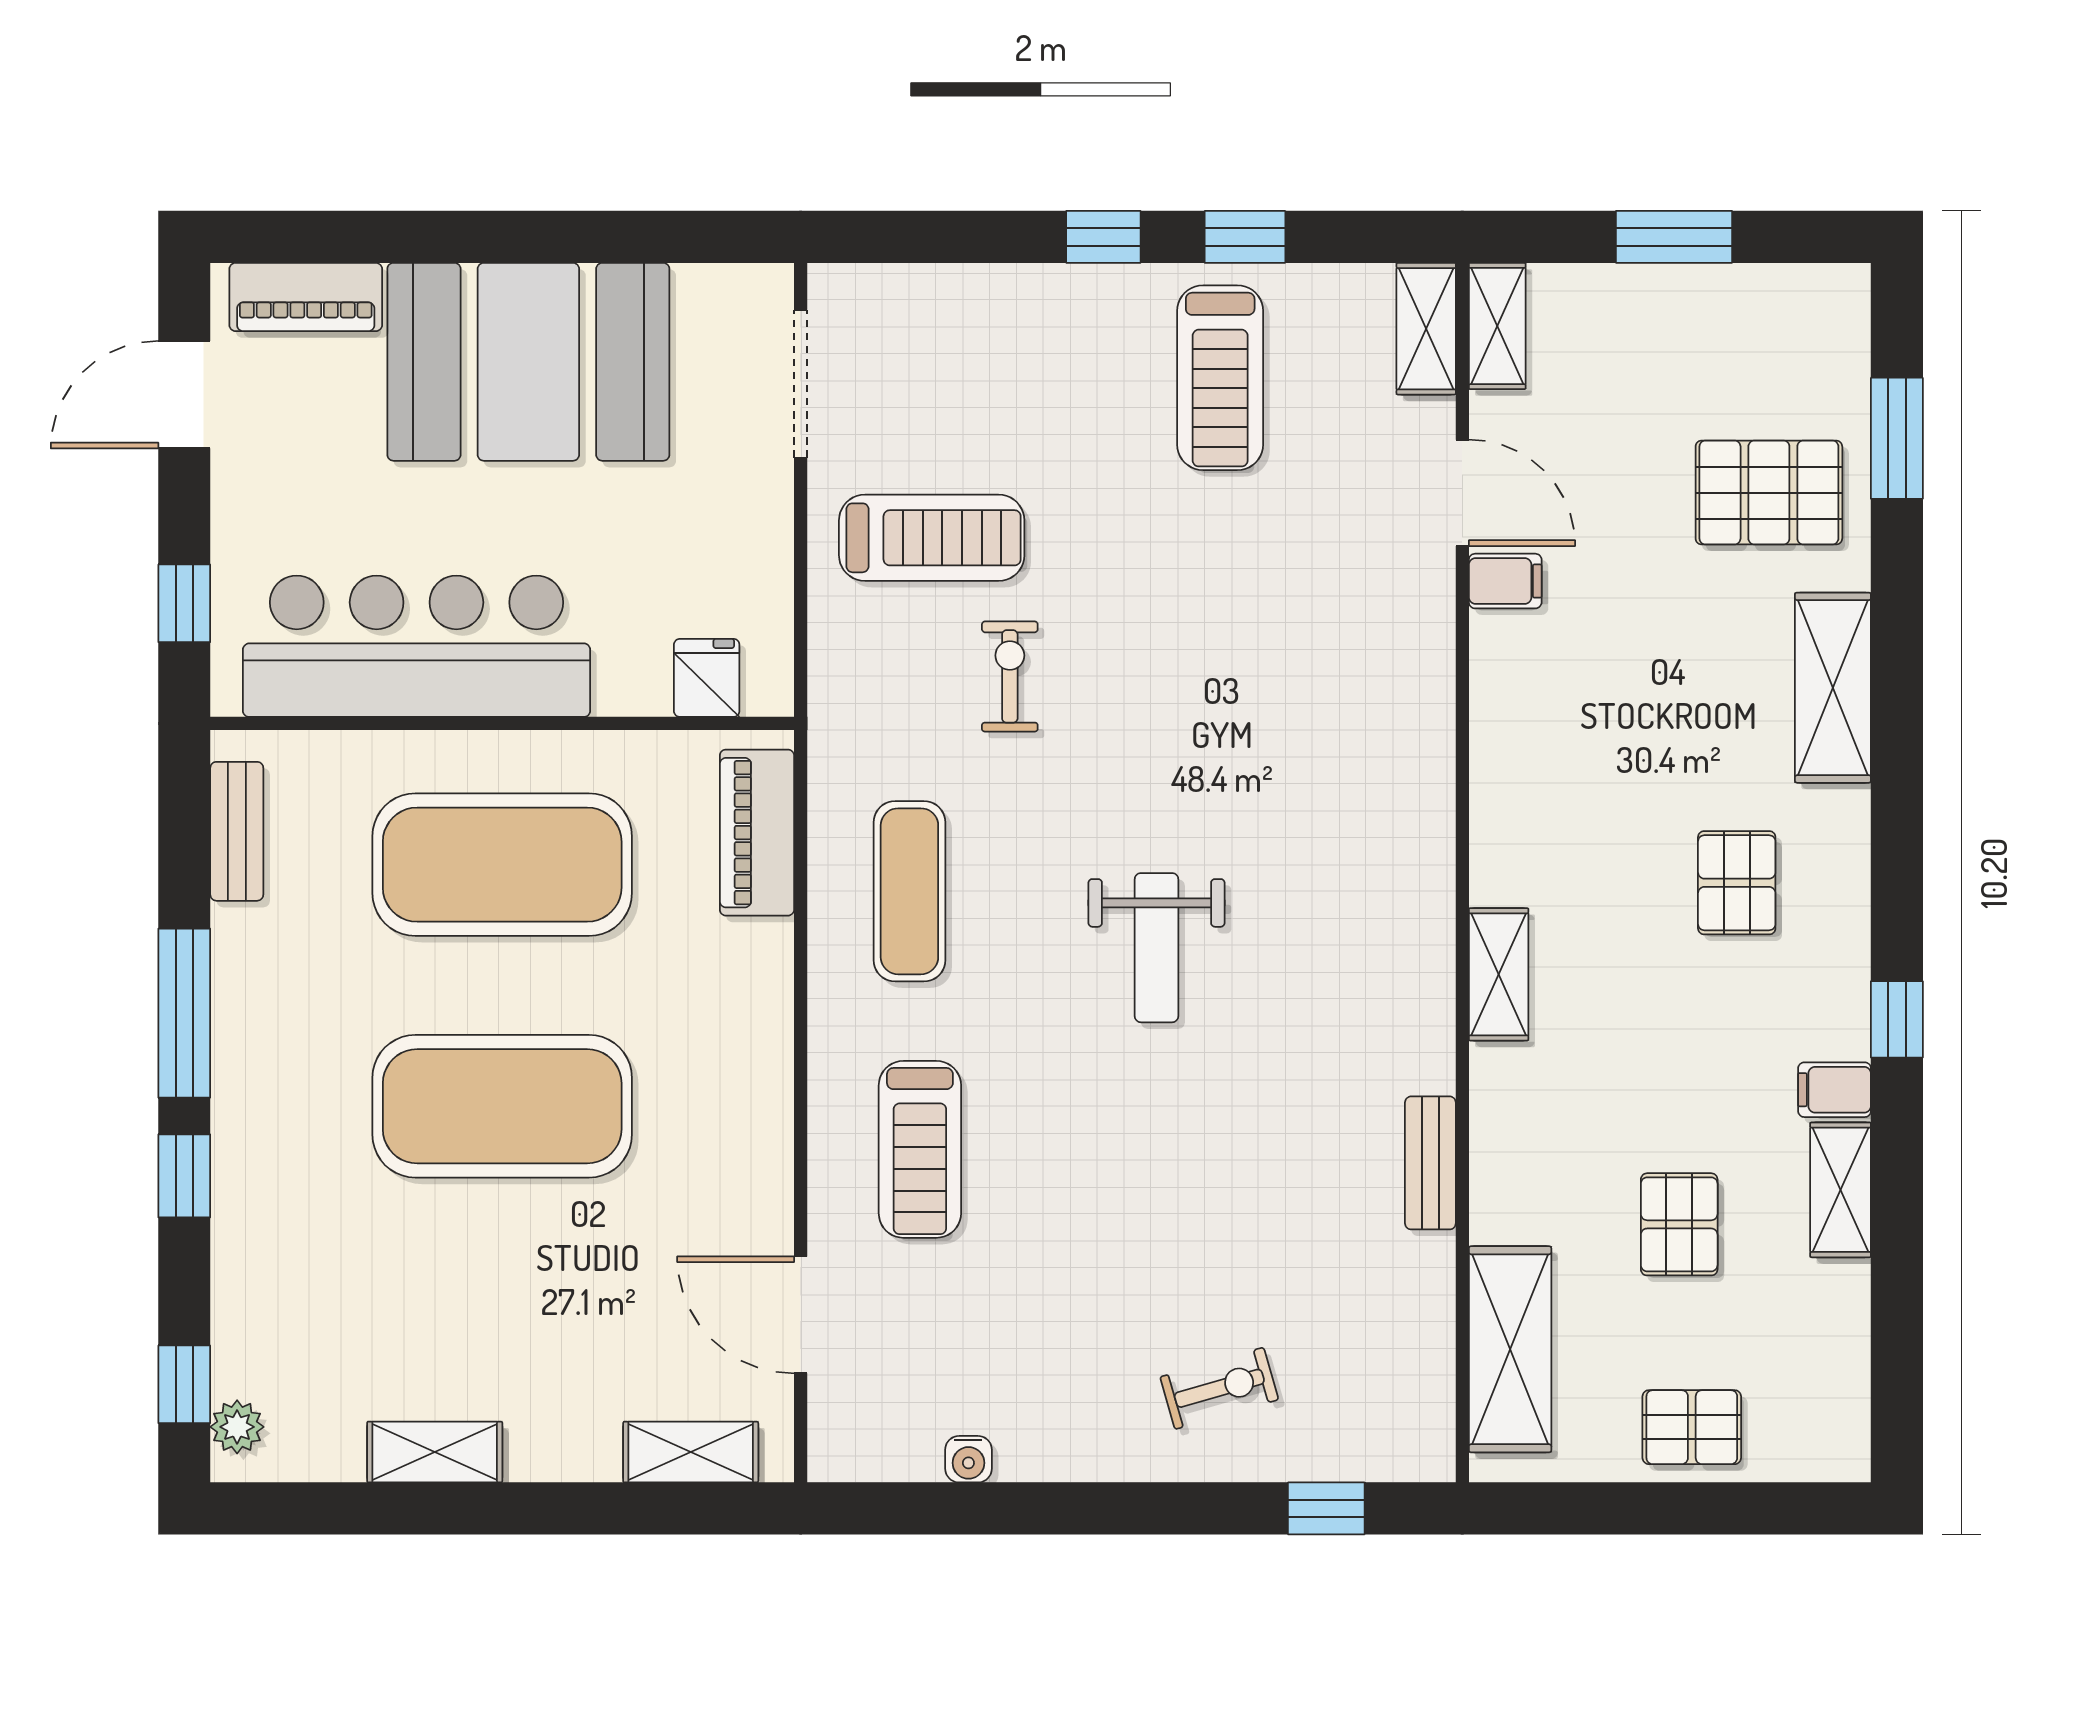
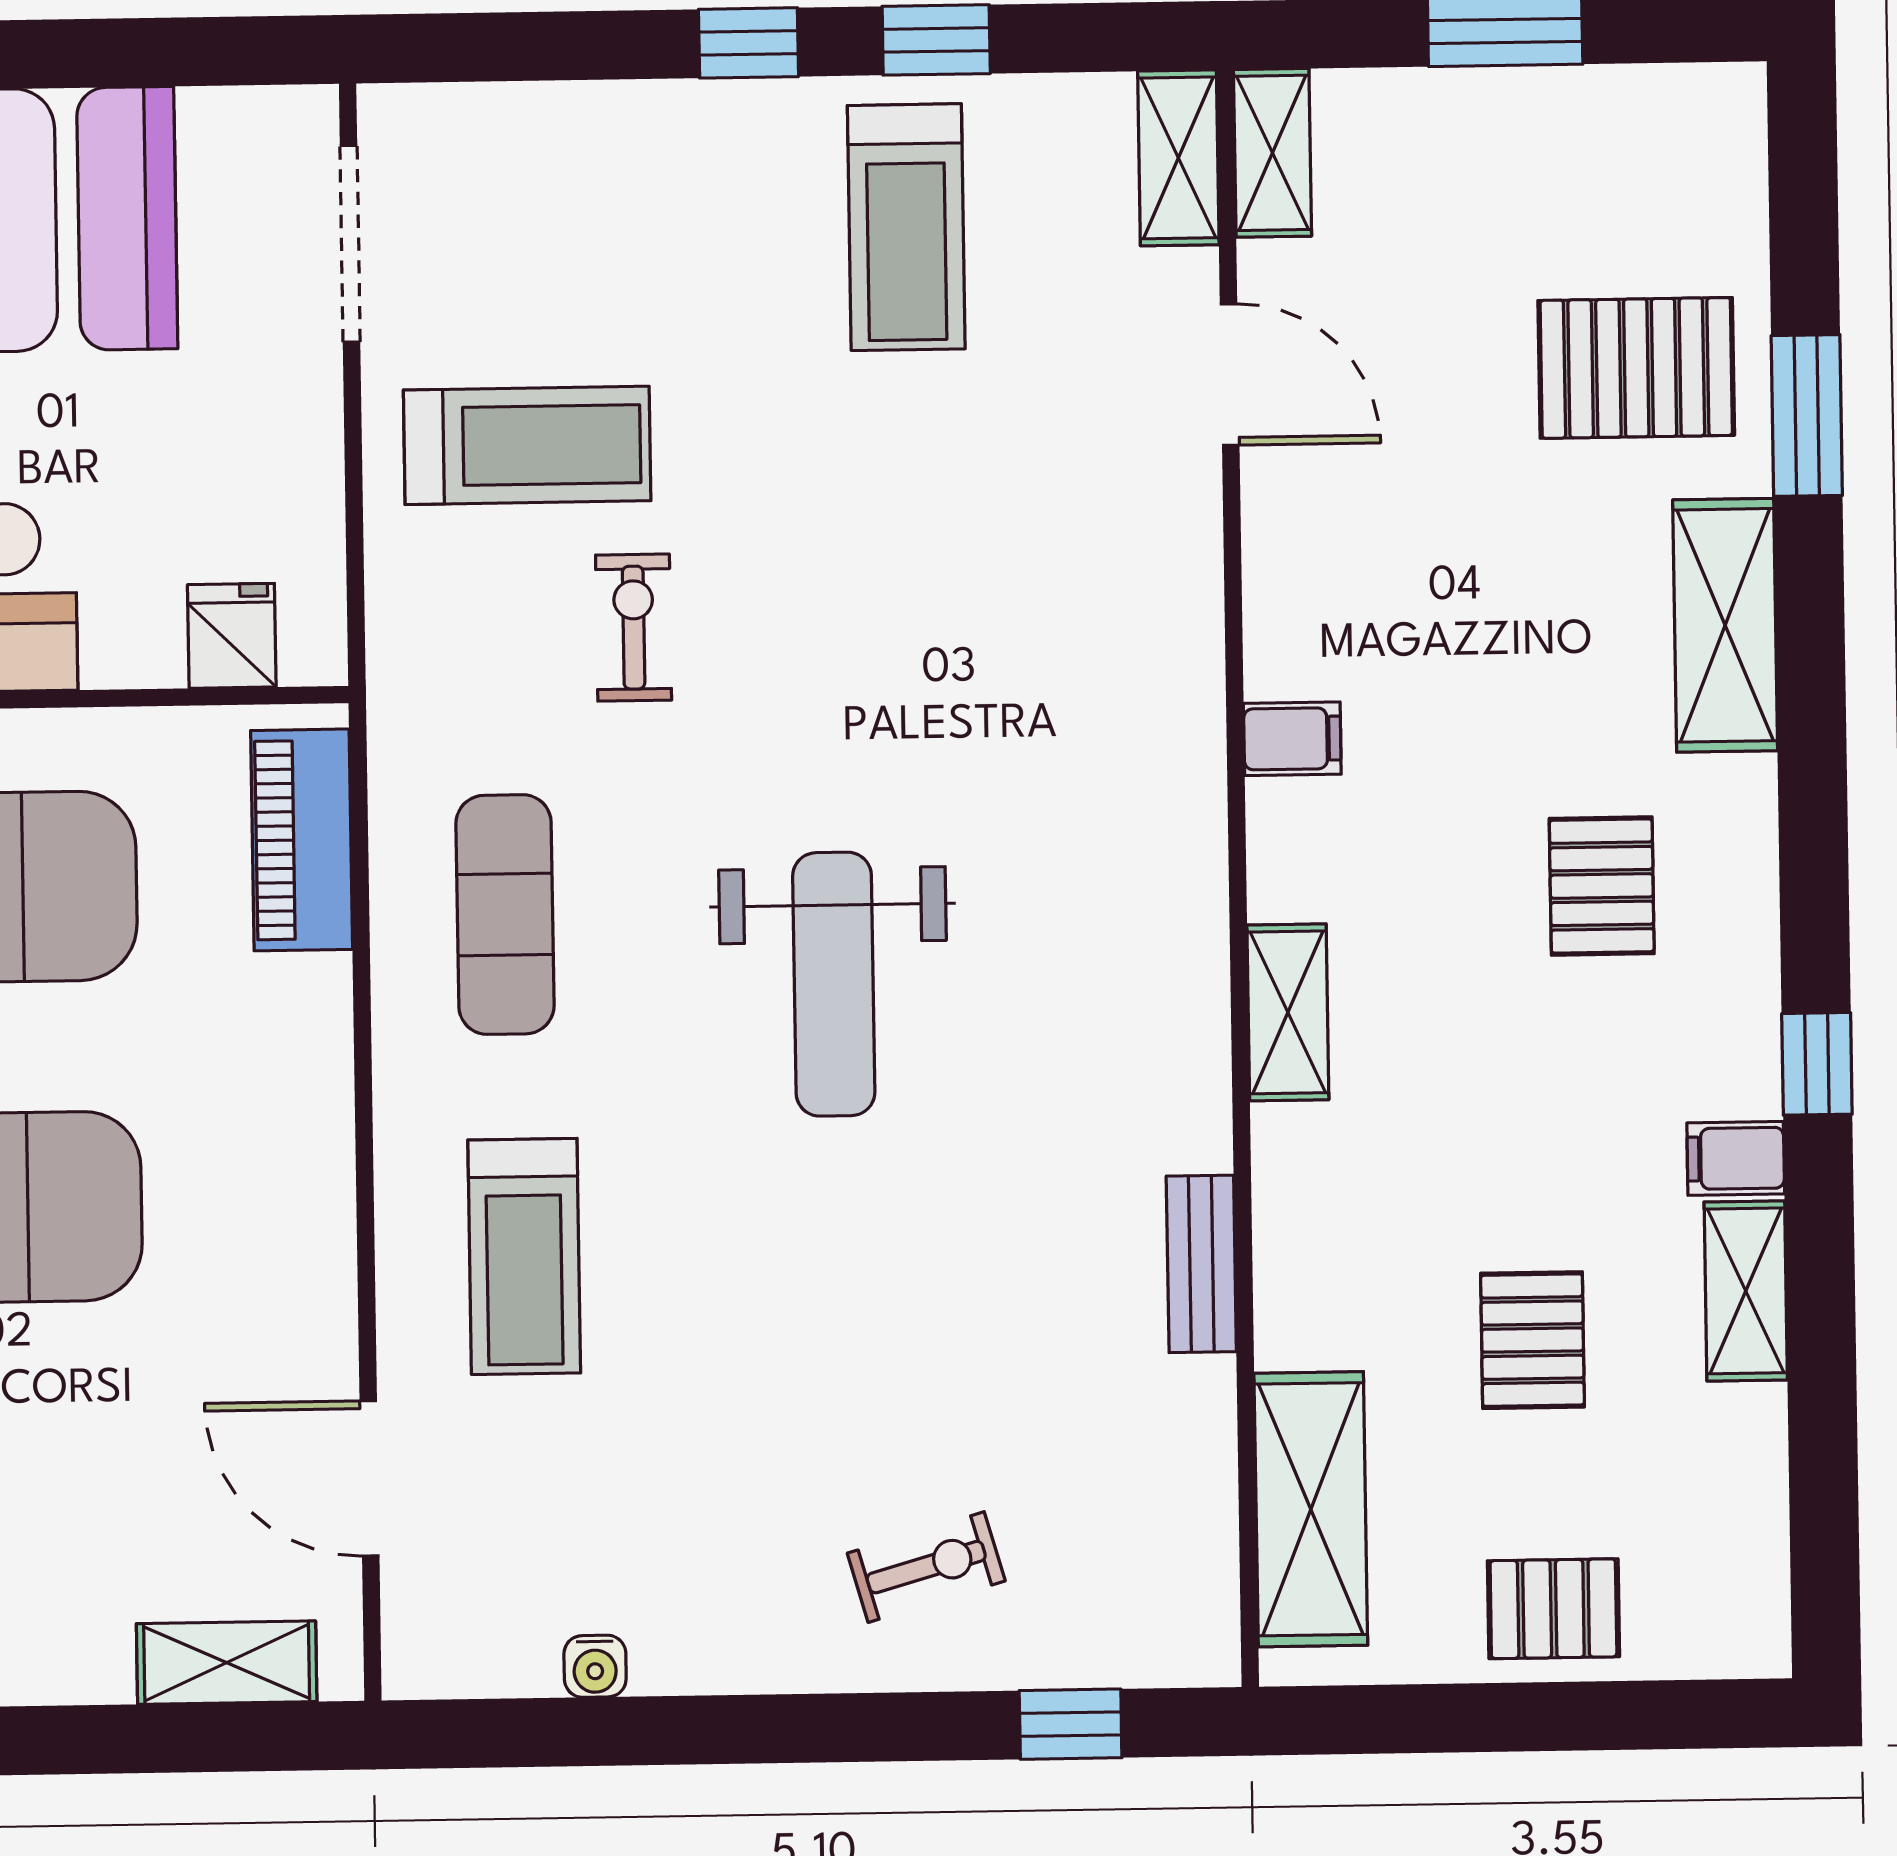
window: (1897, 438) -> (1807, 416), moved
filing cabinet: (1505, 581) -> (1292, 739), moved
weight bench: (1156, 948) -> (834, 984), width x1.36, depth x1.33

